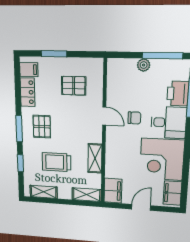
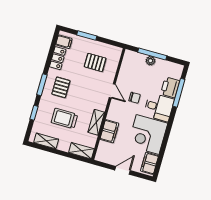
window: (162, 56) -> (152, 54), moved
filing cabinet: (113, 191) -> (109, 131), moved

